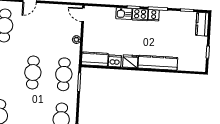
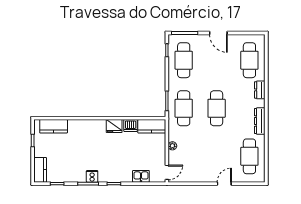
kitchen sink: (124, 14) -> (141, 176), moved
door: (83, 15) -> (167, 172), hinge flipped
cooker: (140, 15) -> (107, 176), removed
kitchen counter: (158, 63) -> (54, 126), moved, width x0.67

